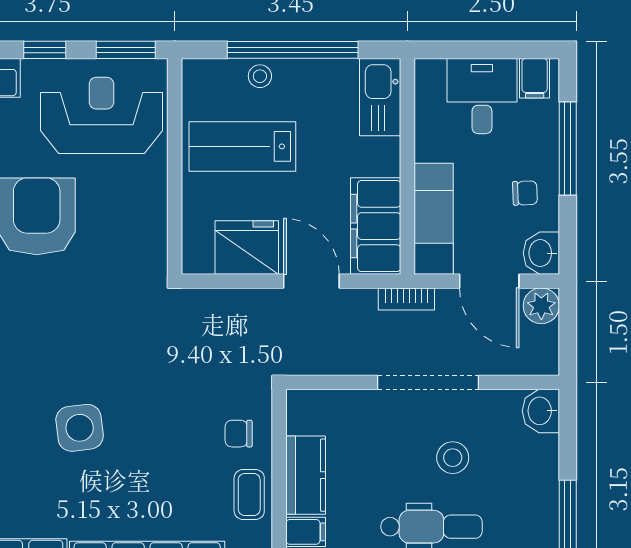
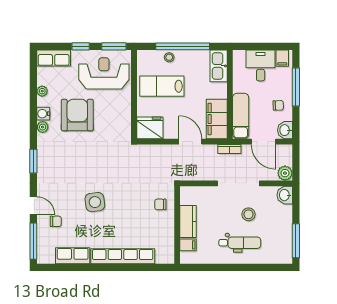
fridge: (247, 248) -> (150, 128), moved
plant: (541, 306) -> (285, 173), moved
coffee table: (249, 495) -> (165, 230), removed

